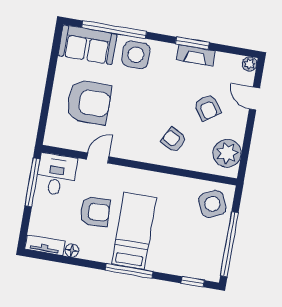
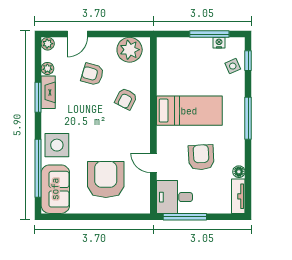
plant: (222, 59) -> (47, 68), added
armchair: (207, 108) -> (92, 74), turned -129
side table: (212, 204) -> (233, 66), moved, width x0.54, depth x0.54
bed: (134, 231) -> (189, 111), moved, turned 180
window: (229, 244) -> (209, 34), width x0.68
nightstand: (218, 253) -> (219, 43), added

